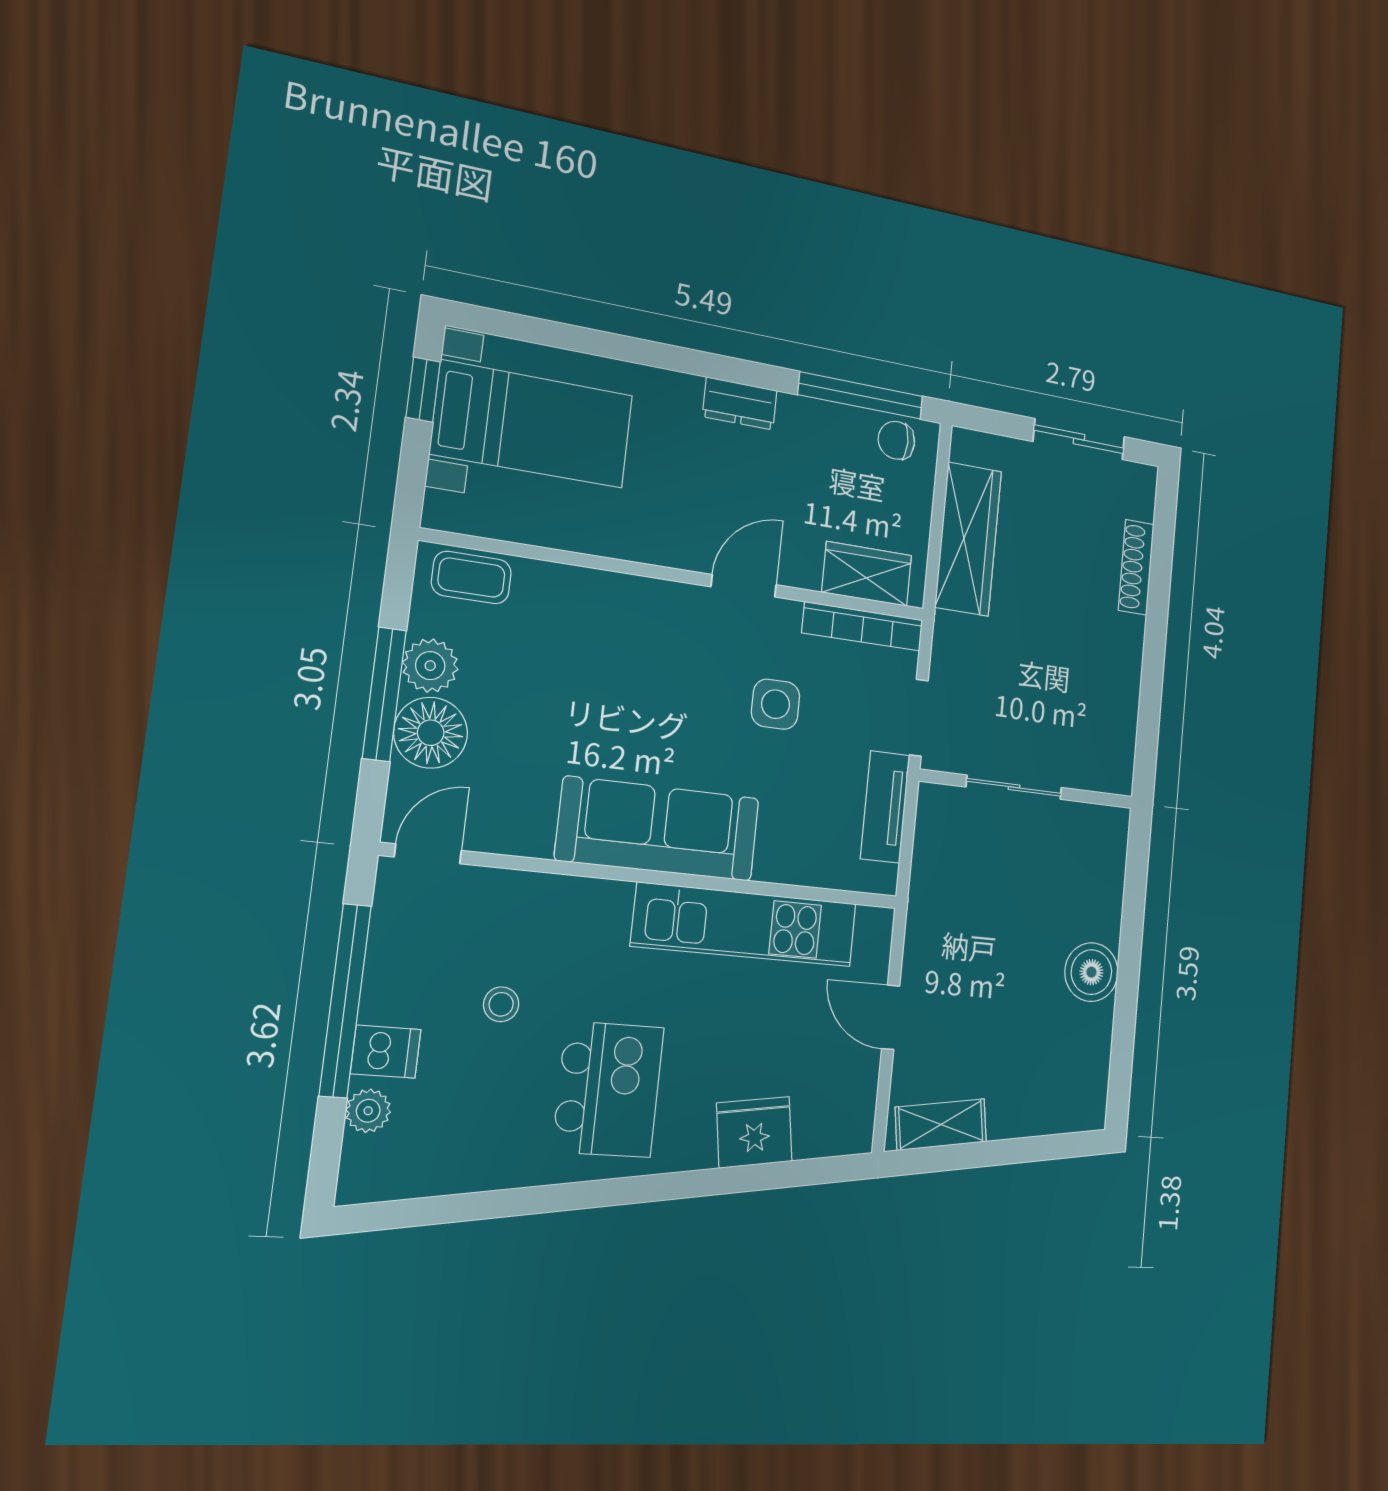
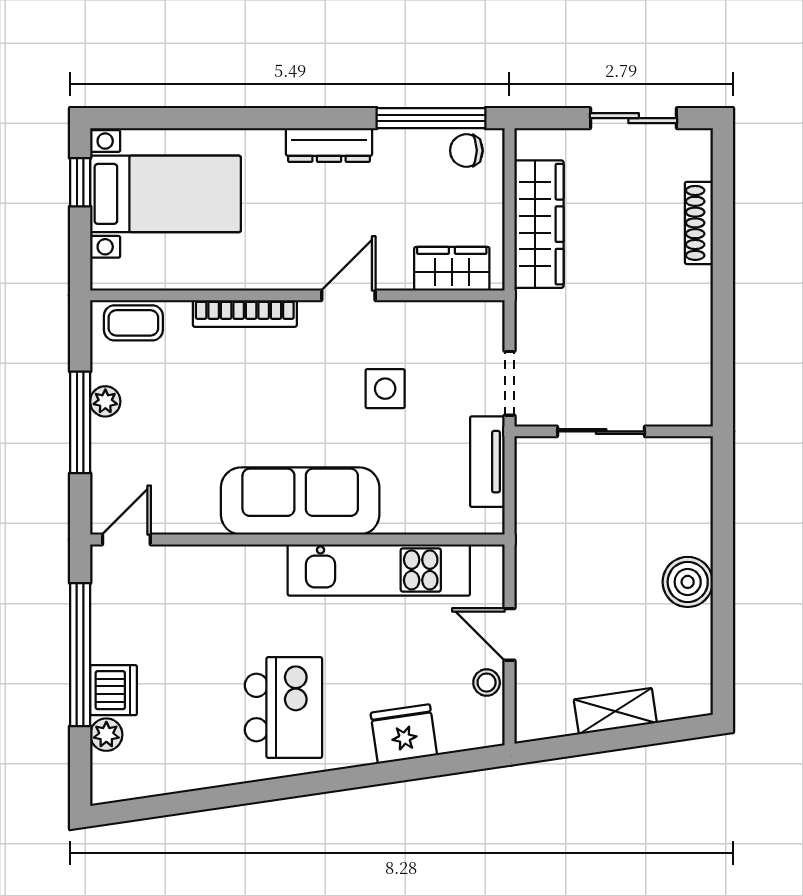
dresser: (740, 403) -> (329, 145), width x1.44
bookcase: (863, 626) -> (245, 313), moved
plant: (430, 666) -> (105, 401), width x0.73, depth x0.73
floor lamp: (431, 733) -> (117, 447), removed
stool: (501, 1004) -> (487, 683), moved
dishwasher: (386, 1052) -> (114, 690), width x1.38
shelving: (941, 1124) -> (615, 711), moved

